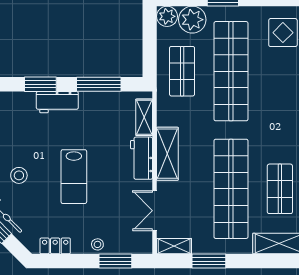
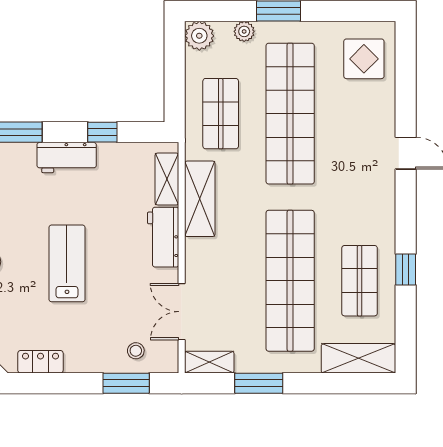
plant: (192, 20) -> (244, 31), width x0.53, depth x0.53
window: (99, 84) -> (102, 132), width x0.46
workbench: (57, 102) -> (67, 158), moved
shelving: (167, 154) -> (200, 199), moved
lab bench: (74, 177) -> (67, 263), turned 180
stool: (97, 244) -> (136, 351), moved

